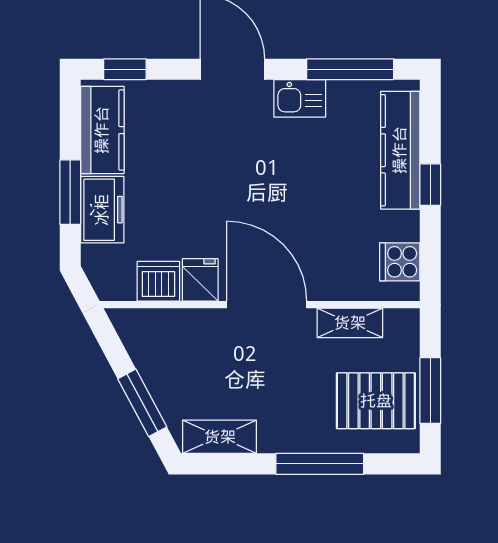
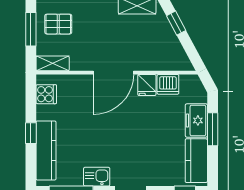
door: (267, 305) -> (113, 73), hinge flipped
shelving: (350, 323) -> (53, 63), moved
pallet: (376, 401) -> (58, 24), width x0.67, depth x0.71
window: (142, 403) -> (176, 23), width x0.67

